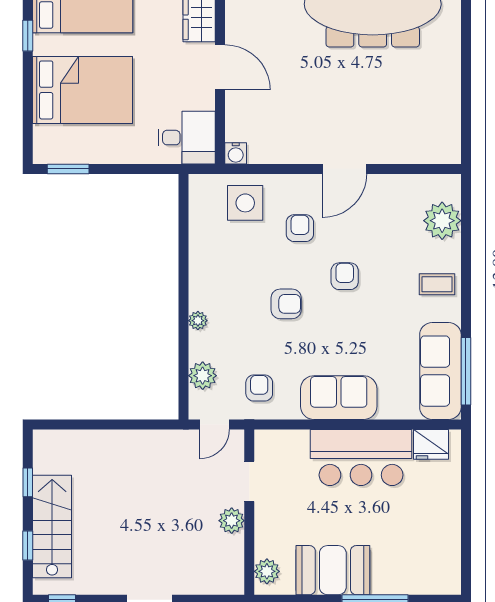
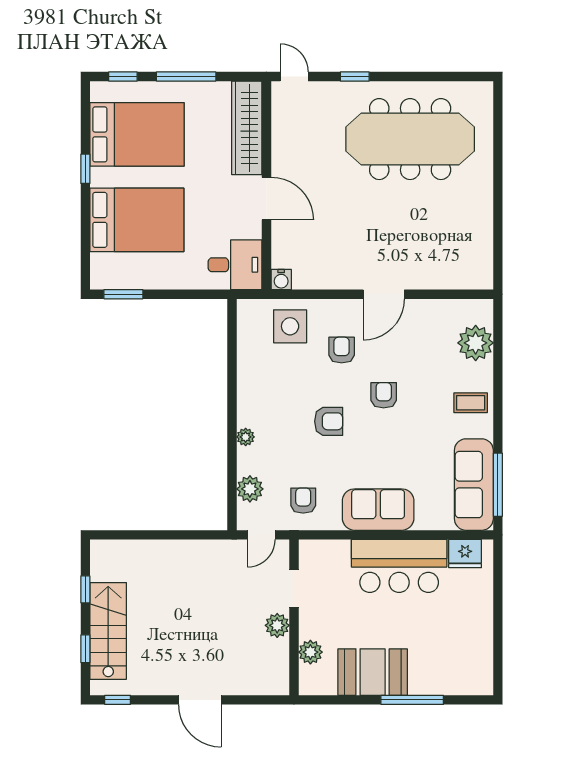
plant: (267, 571) -> (310, 652), moved

